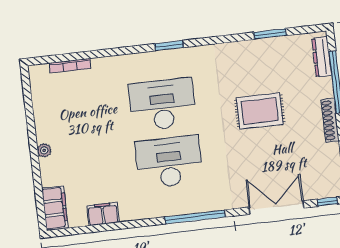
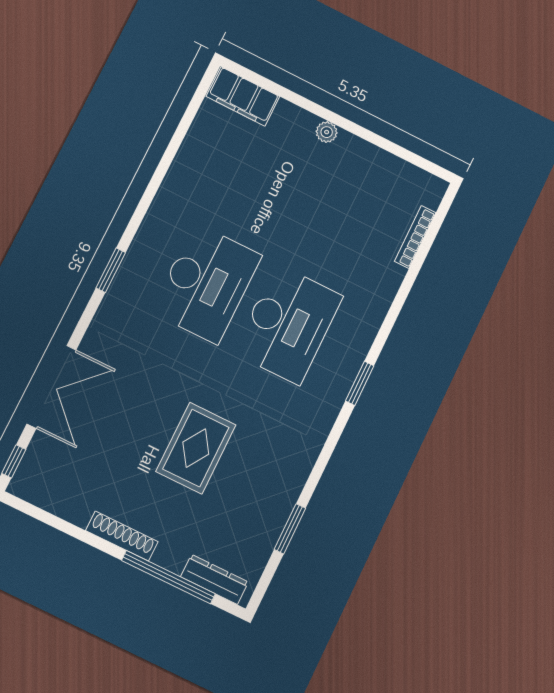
filing cabinet: (103, 214) -> (194, 153), removed
window: (195, 217) -> (111, 270), width x0.47

